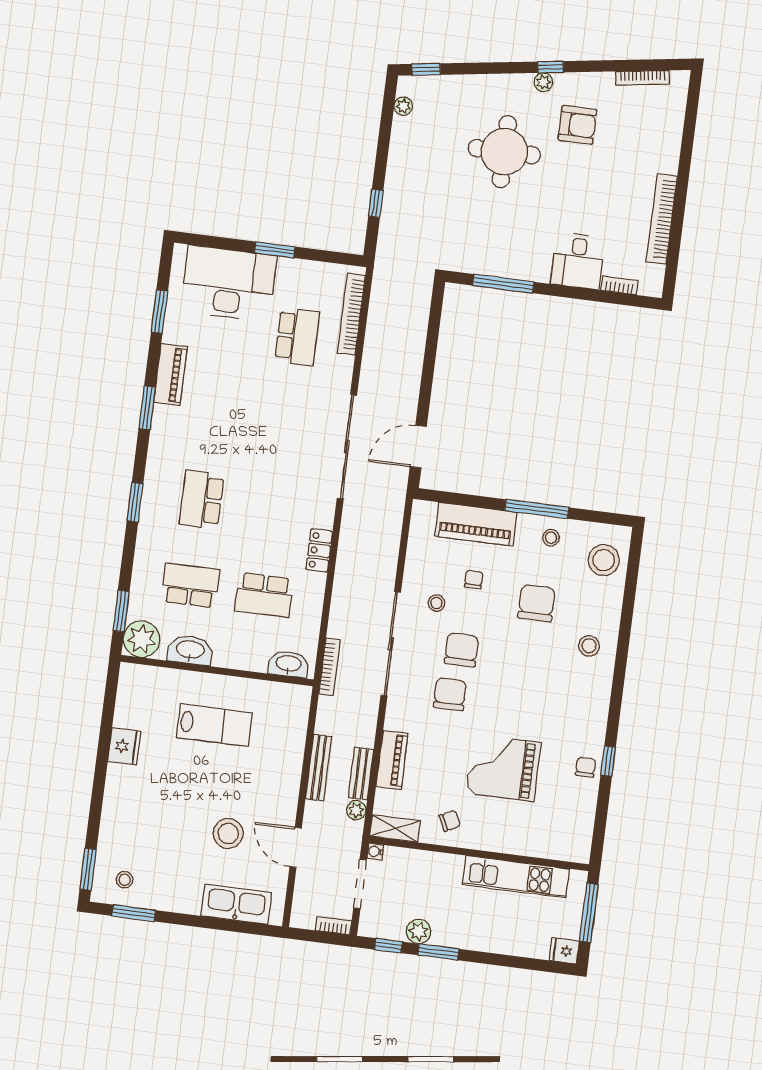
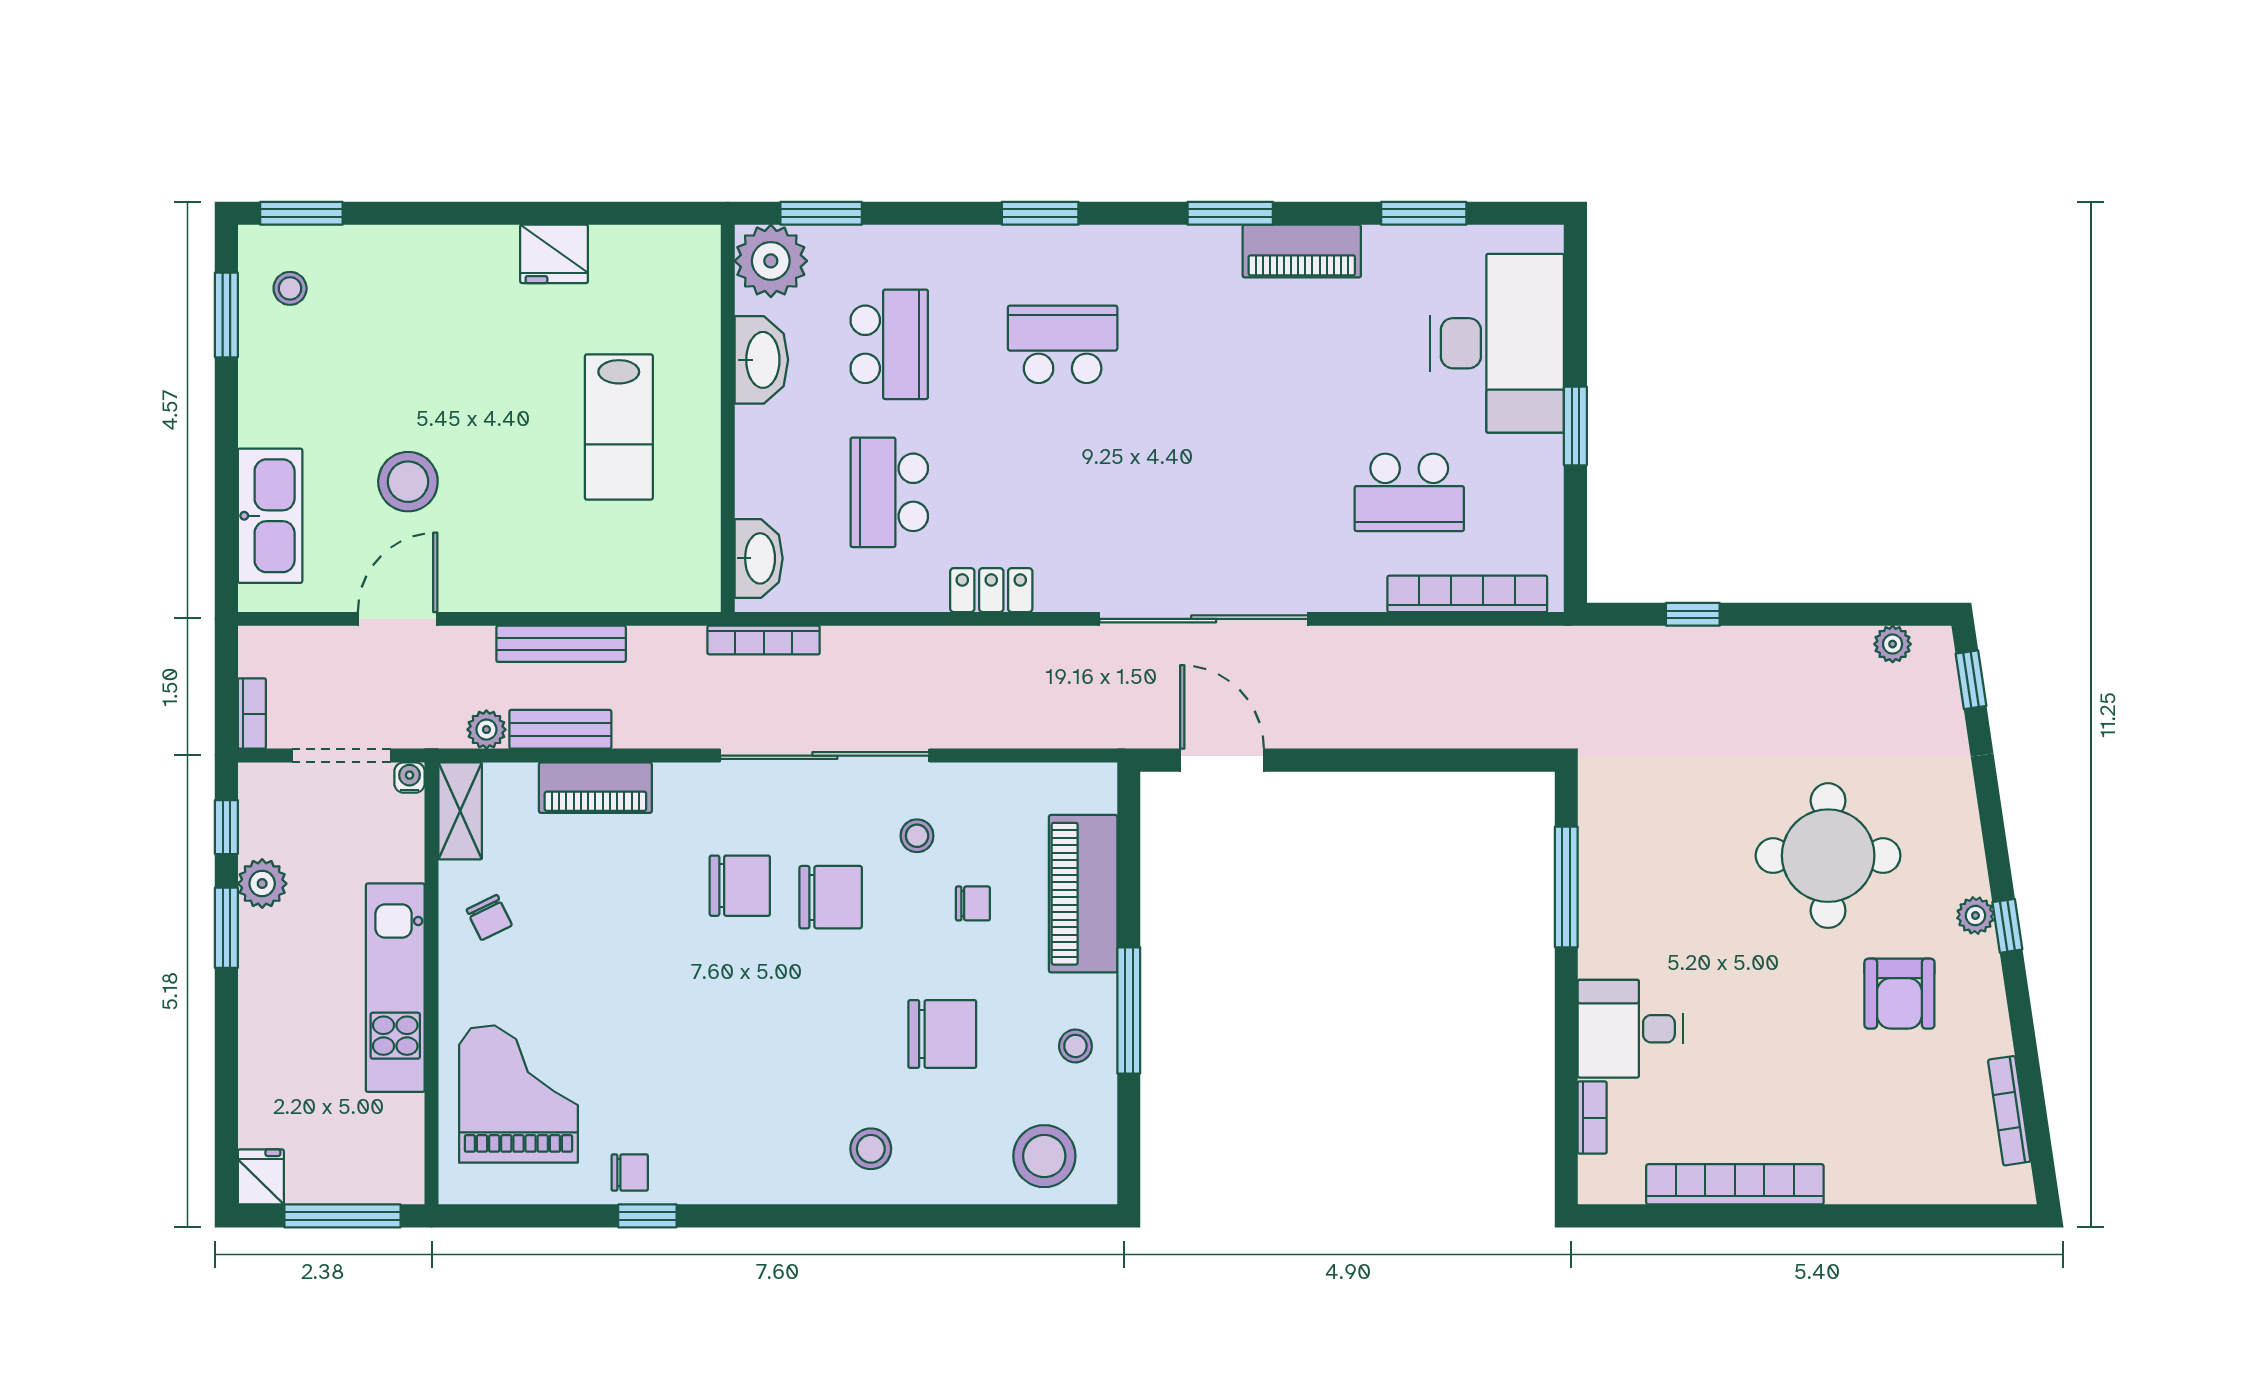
grand piano: (503, 768) -> (518, 1094), moved
kitchen unit: (516, 877) -> (395, 988), moved

